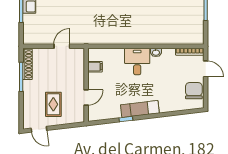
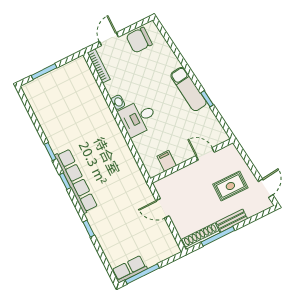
bench: (28, 93) -> (232, 221), added

